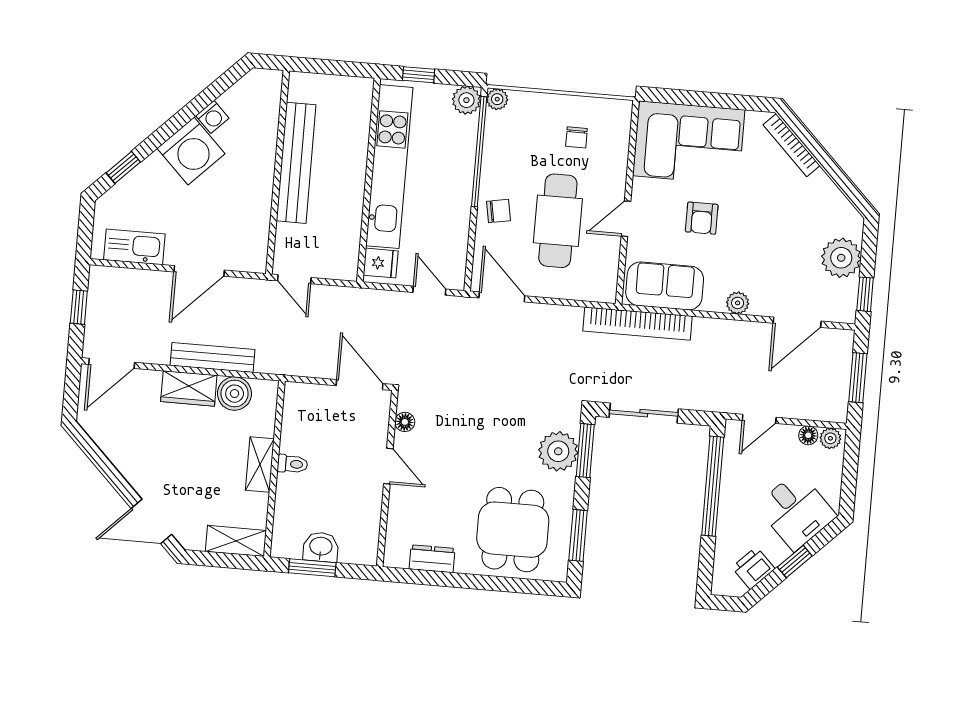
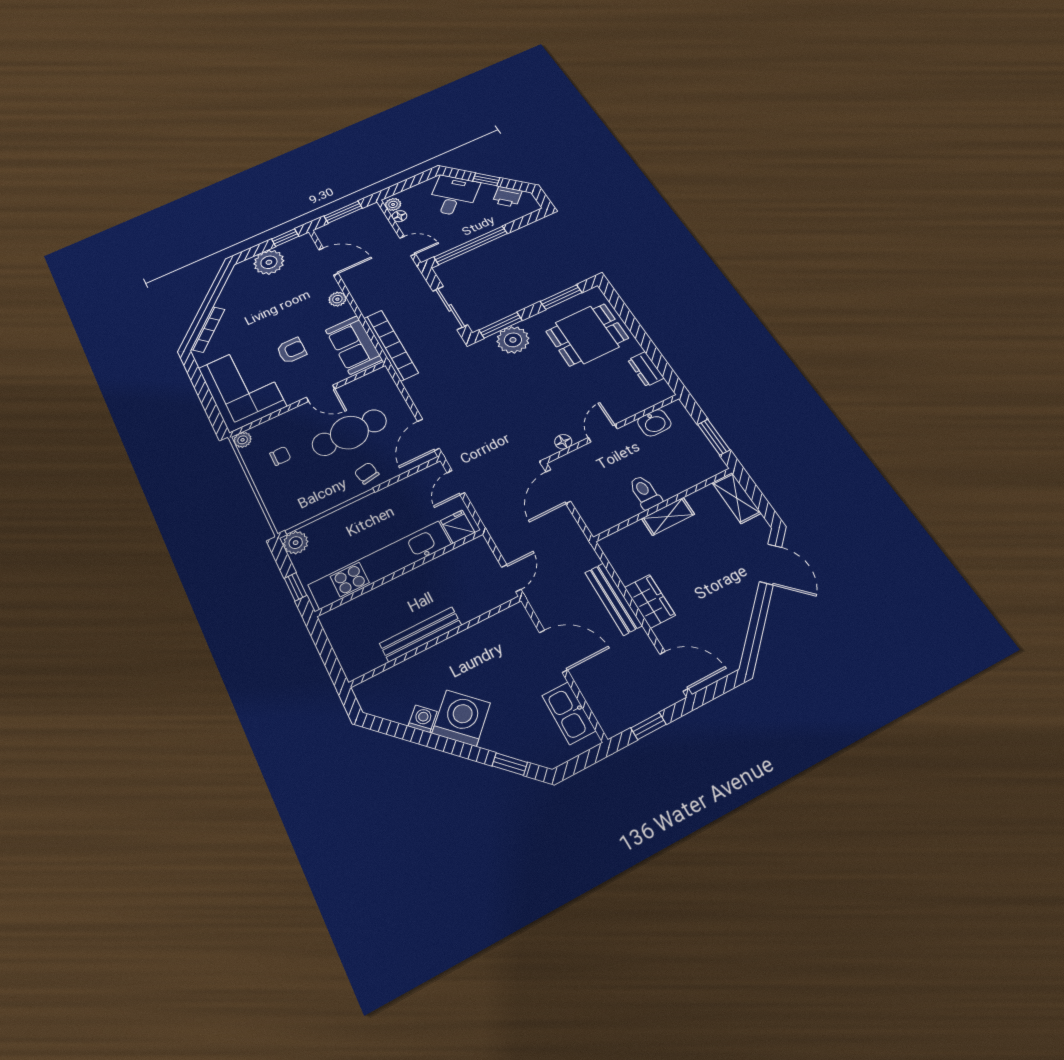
plant: (497, 99) -> (243, 440), moved
bench: (296, 163) -> (421, 634), width x0.73, depth x0.82
boiler: (235, 394) -> (629, 566), removed
toilet: (292, 464) -> (645, 492), width x1.37, depth x1.39
washbasin: (321, 547) -> (654, 423), moved, turned -90

